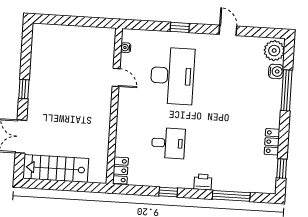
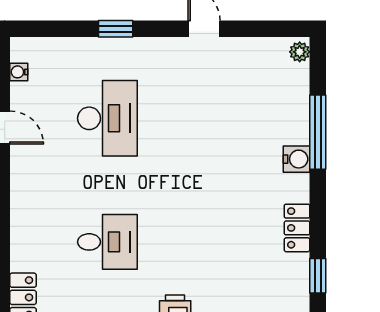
plant: (274, 51) -> (300, 52), width x0.53, depth x0.53
water cooler: (276, 71) -> (297, 159), moved
desk: (172, 76) -> (107, 118), width x0.73, depth x0.77

